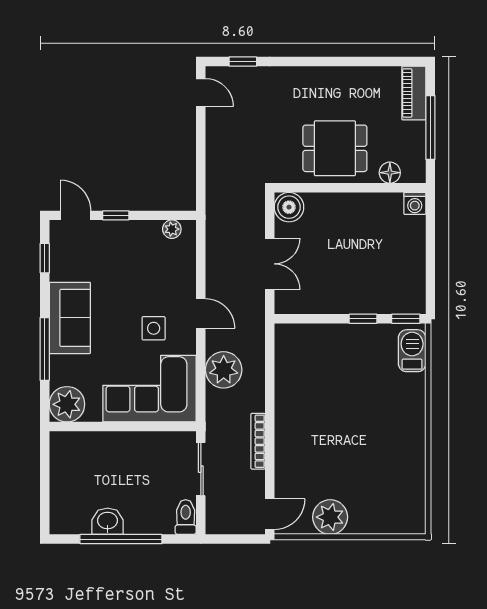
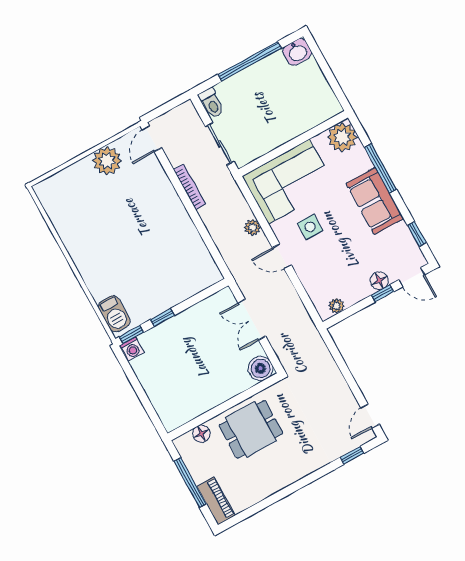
door: (201, 93) -> (370, 416), hinge flipped
washing machine: (415, 203) -> (132, 349), moved, turned 180
floor lamp: (112, 231) -> (379, 281), added
plant: (224, 370) -> (252, 227), width x0.53, depth x0.53
washbasin: (108, 521) -> (297, 52), moved

